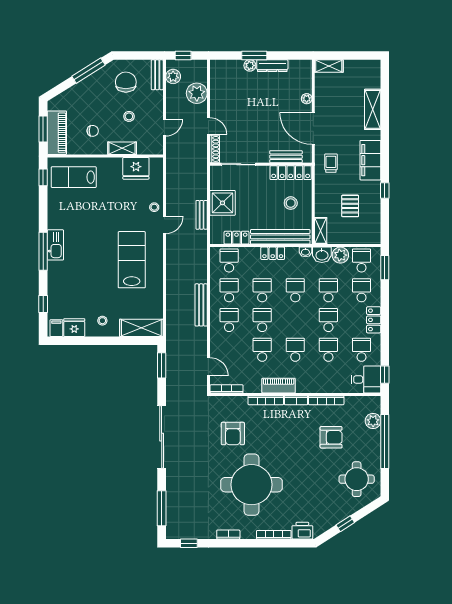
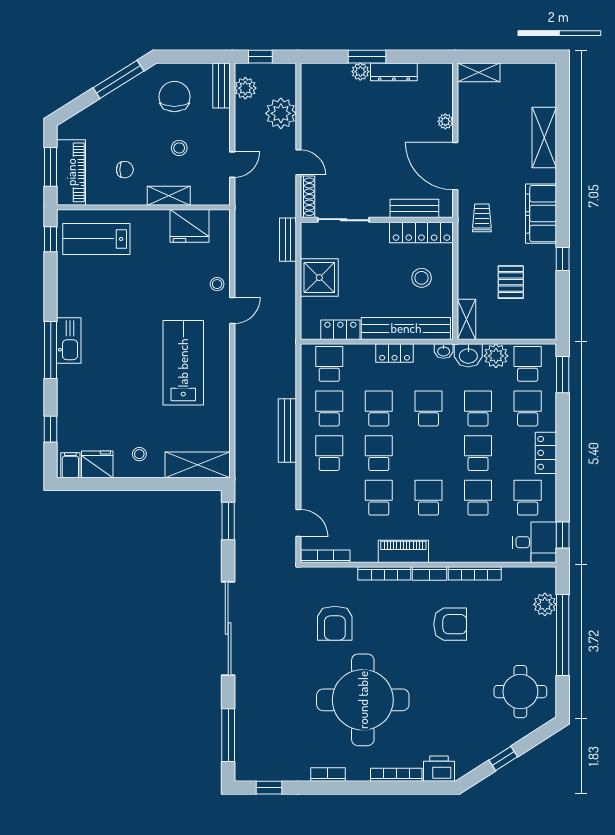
bench: (202, 215) -> (288, 240), moved
armchair: (331, 437) -> (450, 624), moved

